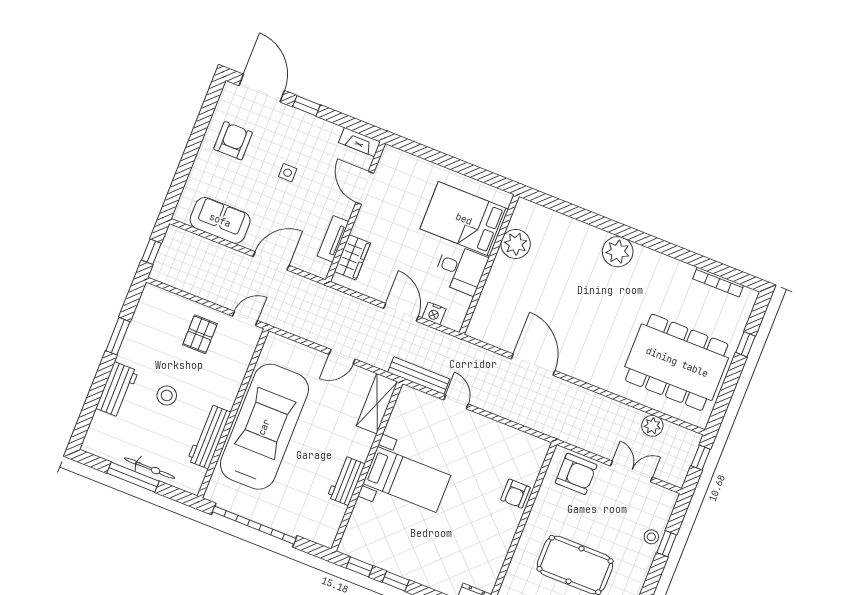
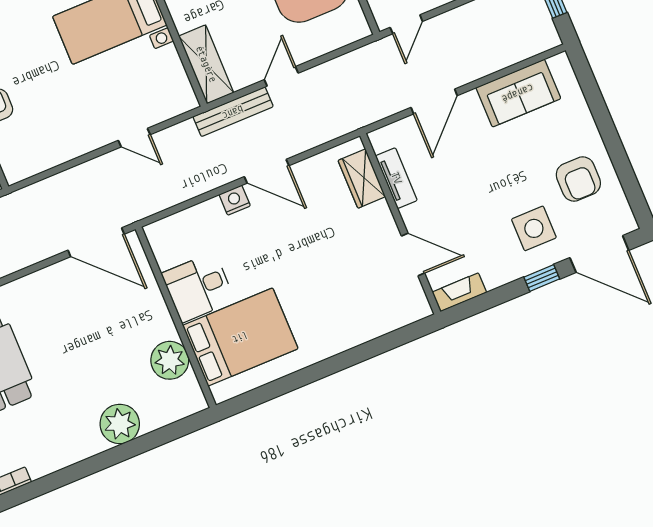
side table: (288, 173) -> (534, 228), moved, width x1.87, depth x1.87
bed: (464, 219) -> (240, 337), moved
plant: (516, 244) -> (170, 360), moved
wall: (489, 265) -> (176, 317), moved
desk: (461, 269) -> (198, 287), moved
bench: (419, 376) -> (233, 112), moved

